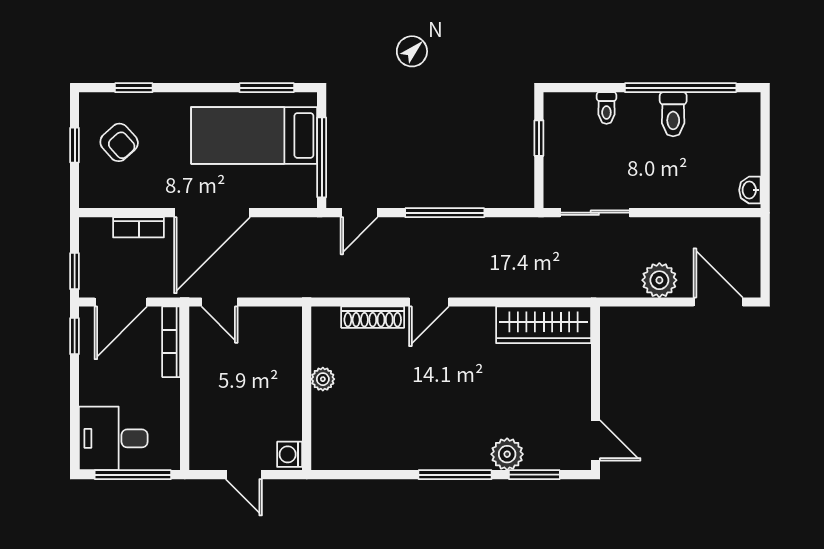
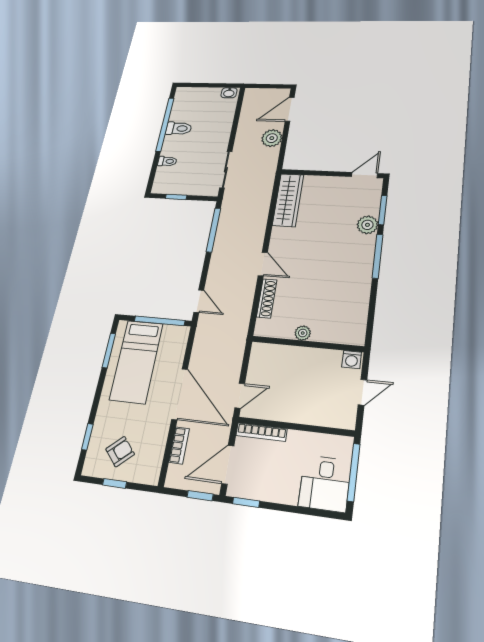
window: (445, 213) -> (213, 230), moved
door: (121, 302) -> (228, 465), swing flipped

